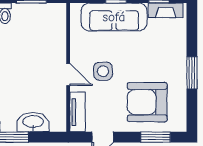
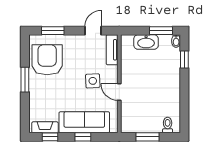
door: (68, 75) -> (119, 92), moved
armchair: (147, 102) -> (47, 60), moved, turned -90

